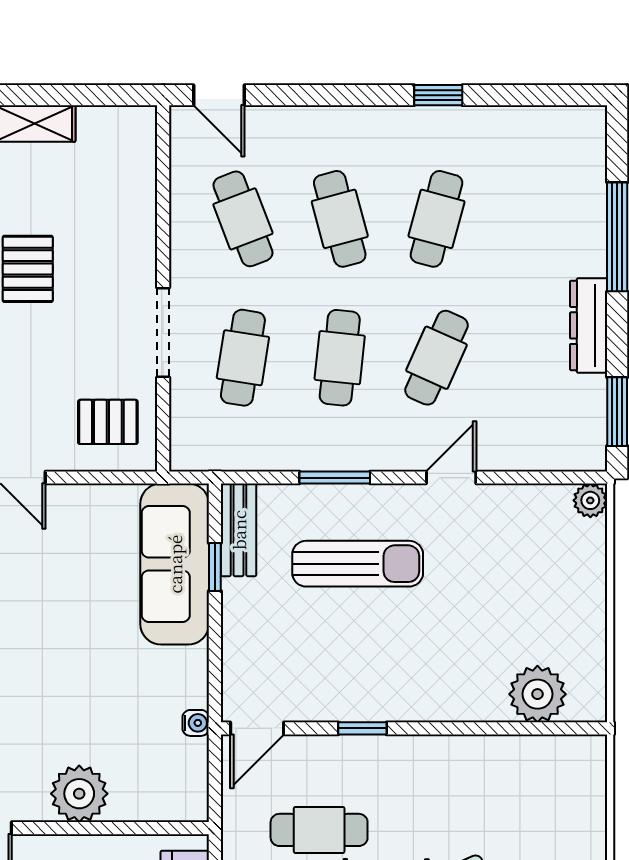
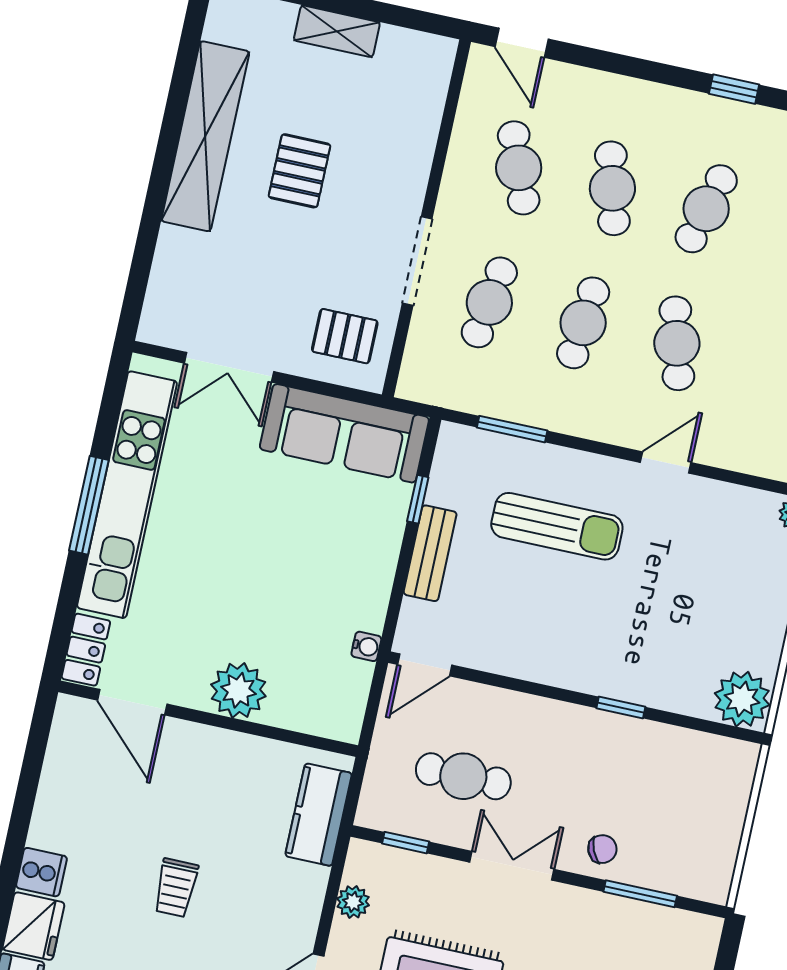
cafe table: (436, 358) -> (677, 343), turned -39
window: (335, 478) -> (512, 429), moved
bench: (239, 530) -> (430, 553), moved
sofa: (175, 564) -> (344, 433), moved, turned -90
plant: (537, 694) -> (742, 699), moved
window: (362, 728) -> (621, 708), moved

